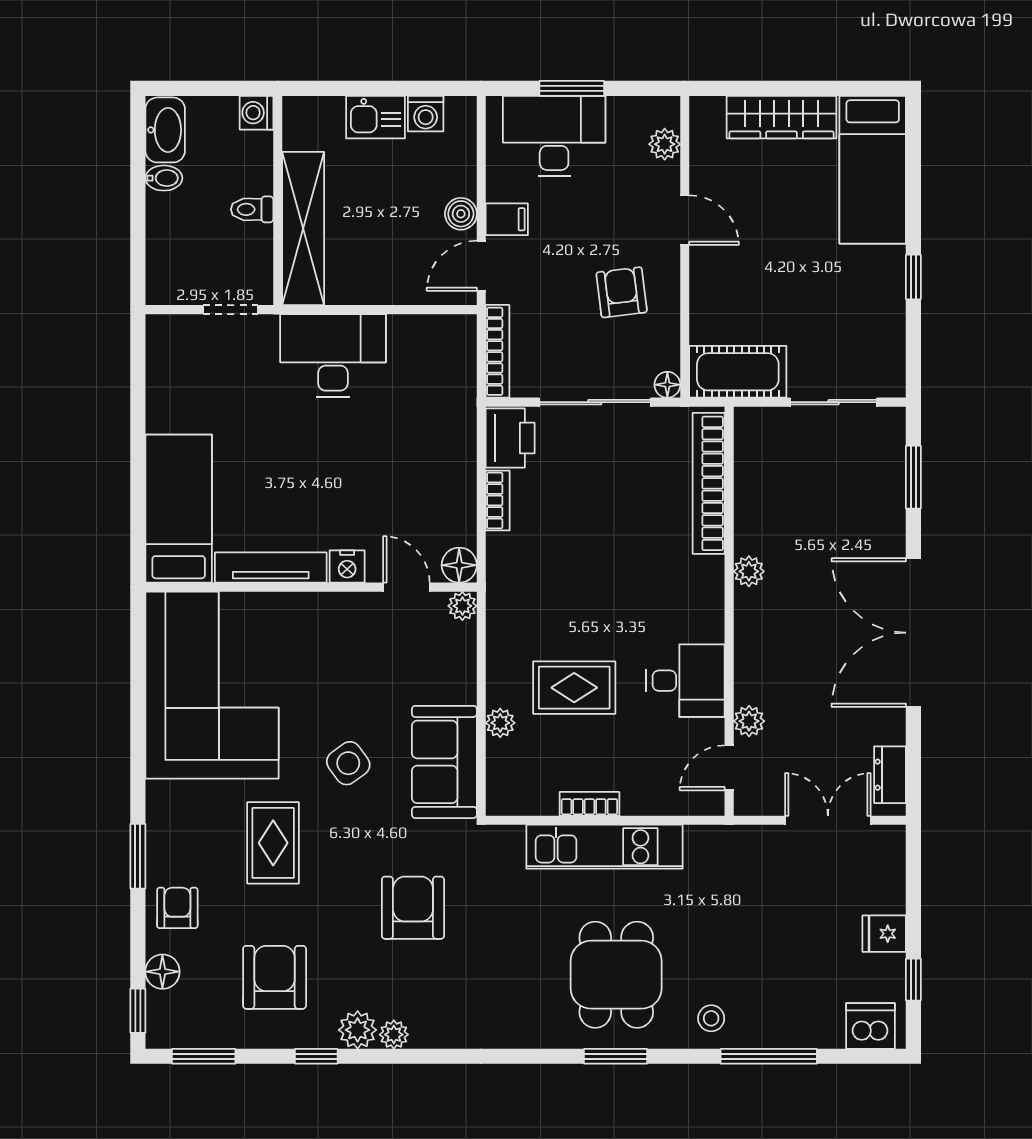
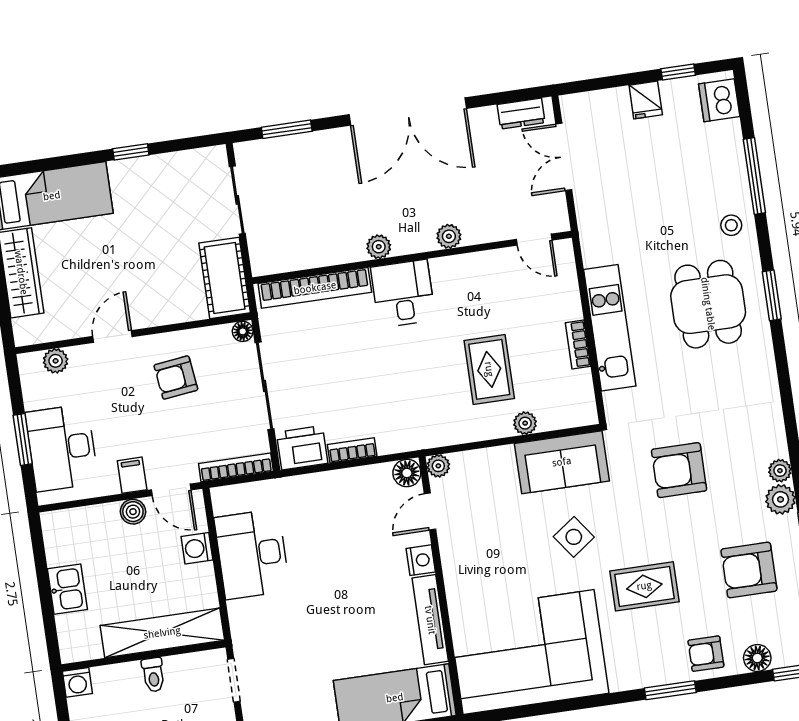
washing machine: (426, 114) -> (197, 548), moved, turned 180
desk: (333, 356) -> (252, 554), moved
desk: (686, 681) -> (403, 294), moved
plant: (749, 721) -> (449, 236), moved
dining table: (616, 975) -> (708, 304), turned 90

